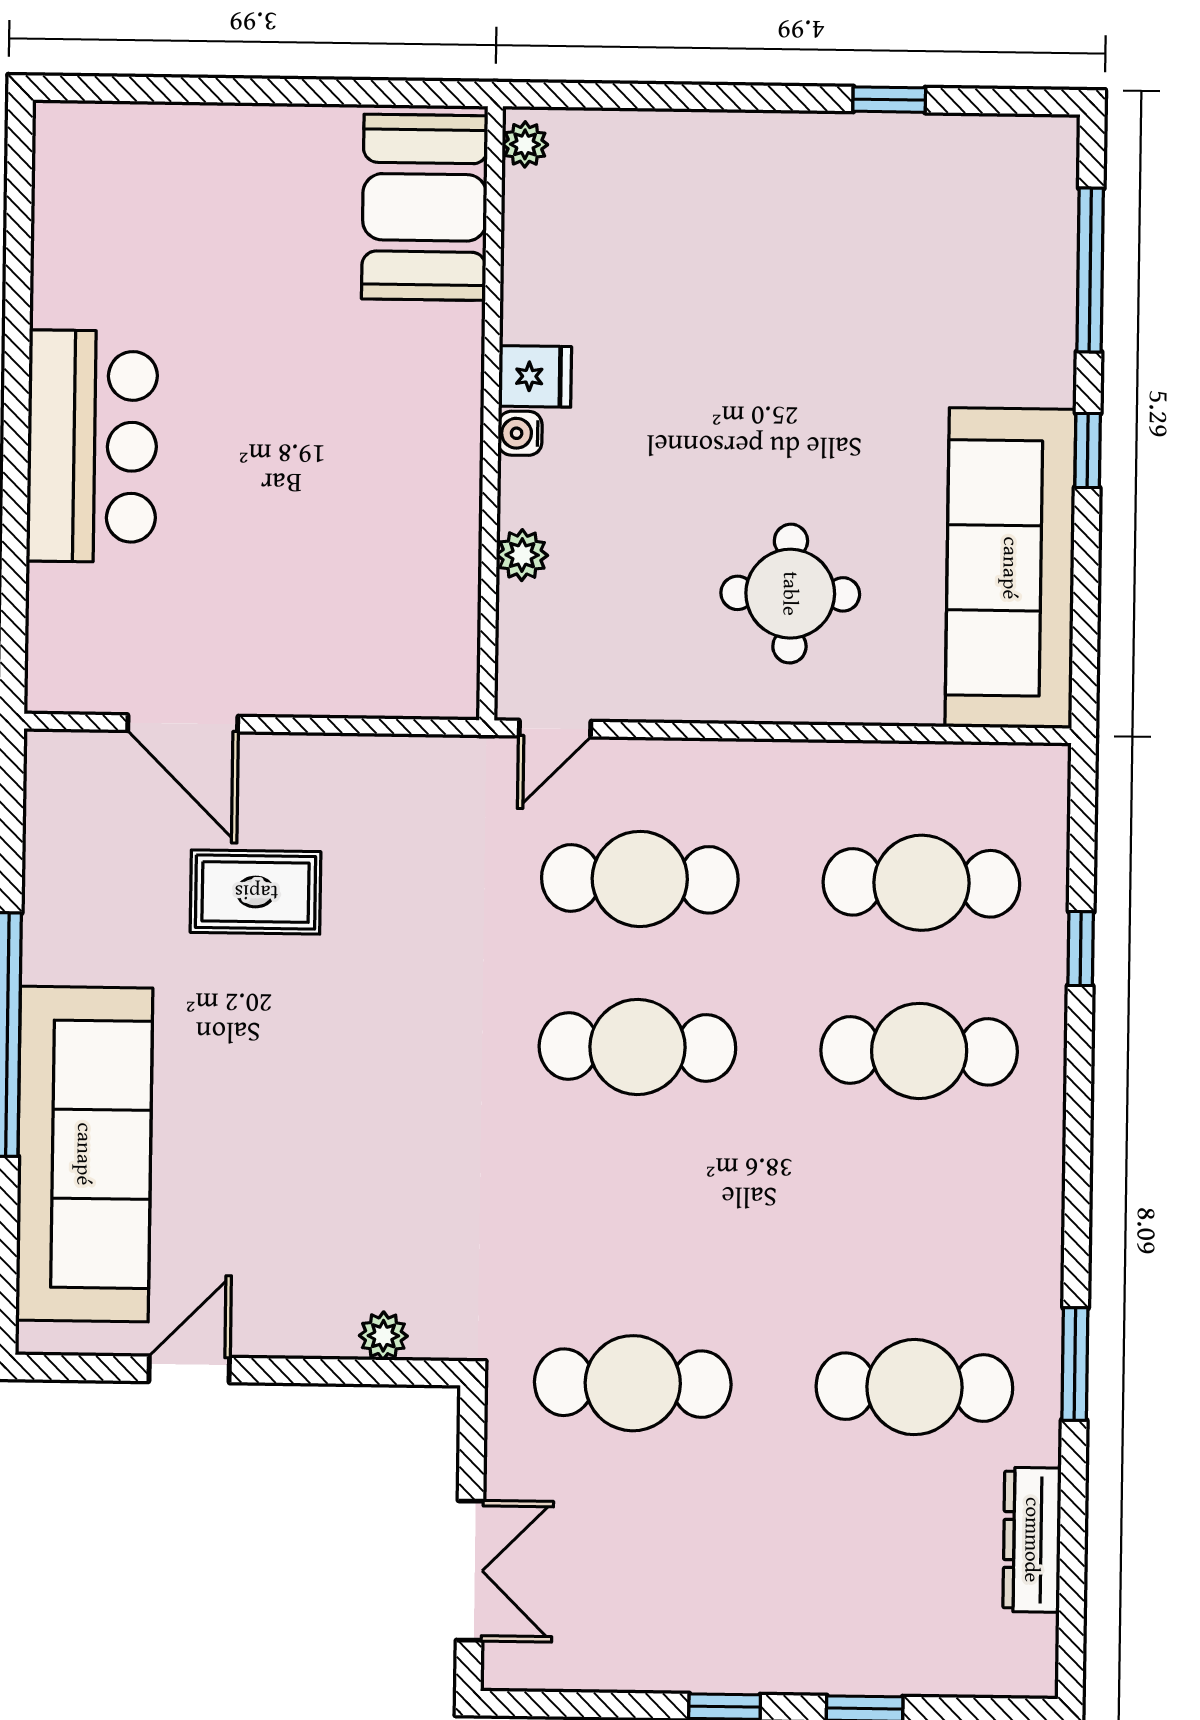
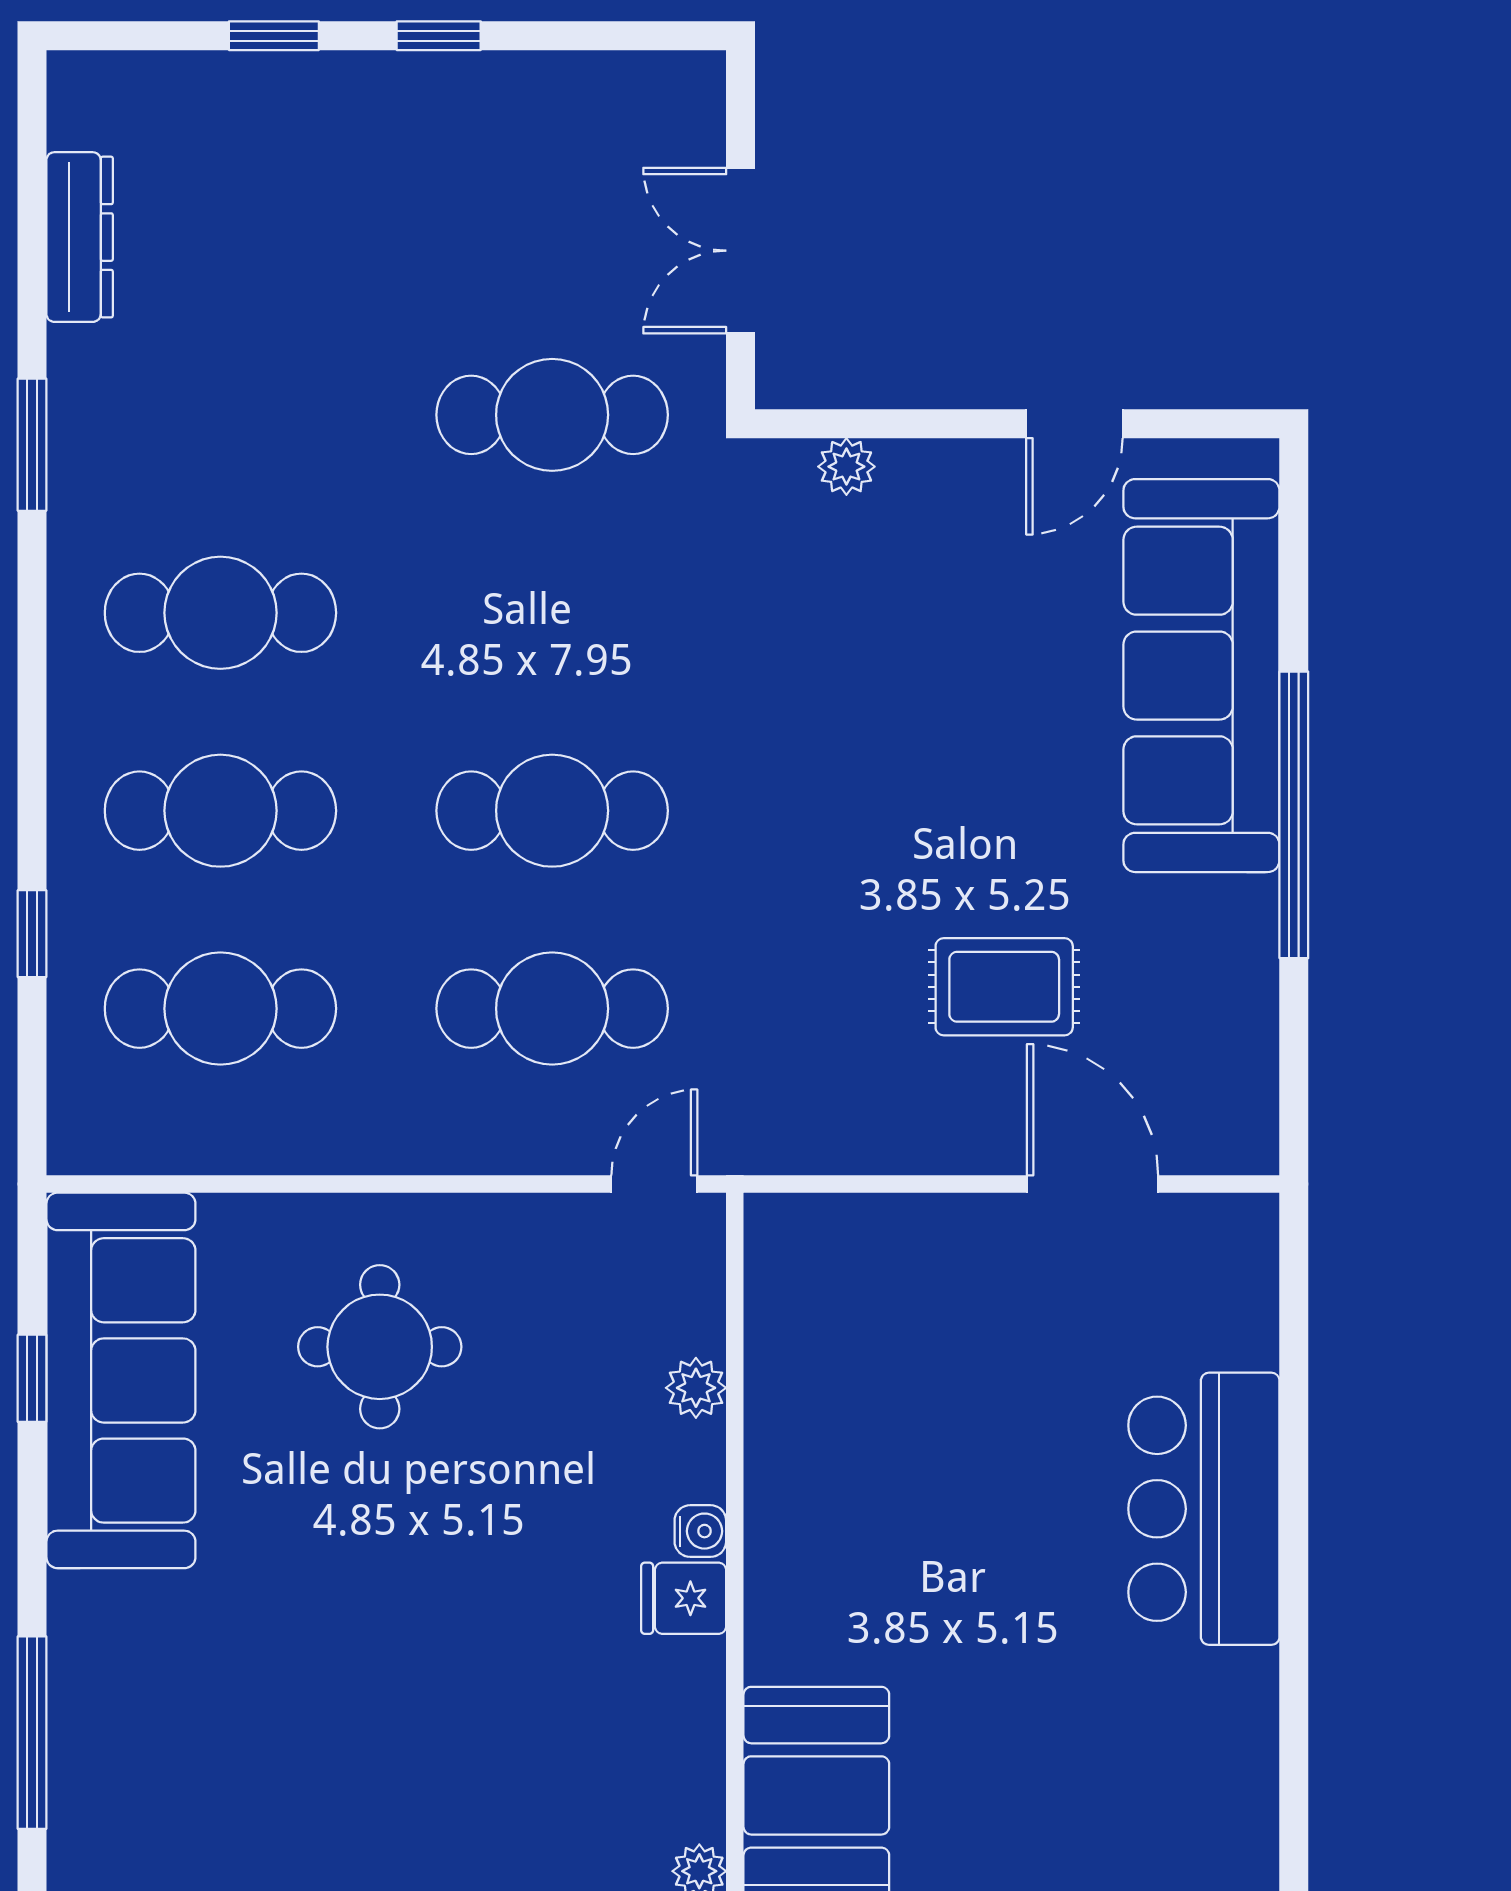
window: (1088, 450) -> (32, 1378), moved
cafe table: (914, 1387) -> (220, 613), moved
double door: (470, 1571) -> (741, 251), moved

